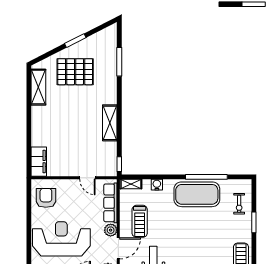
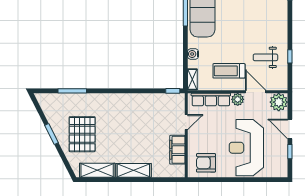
shelving: (110, 123) -> (133, 170), moved
filing cabinet: (39, 162) -> (177, 150), moved, turned -90
treadmill: (140, 221) -> (229, 71), turned 180

